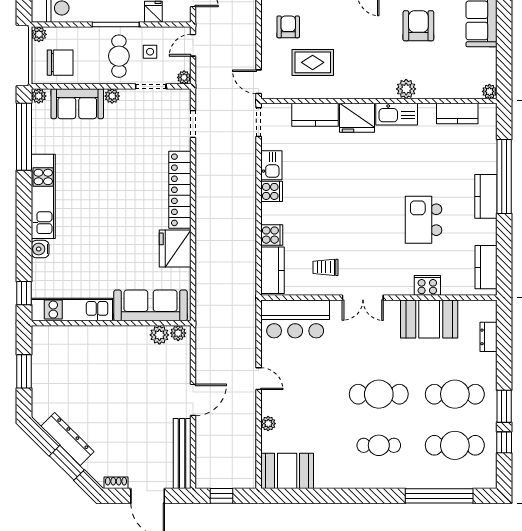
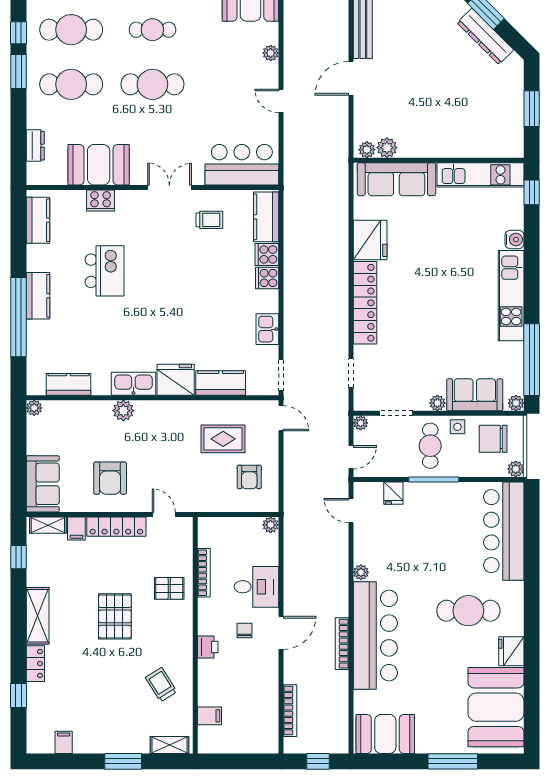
side table: (150, 52) -> (457, 427), moved
cooker: (272, 191) -> (267, 278), moved

